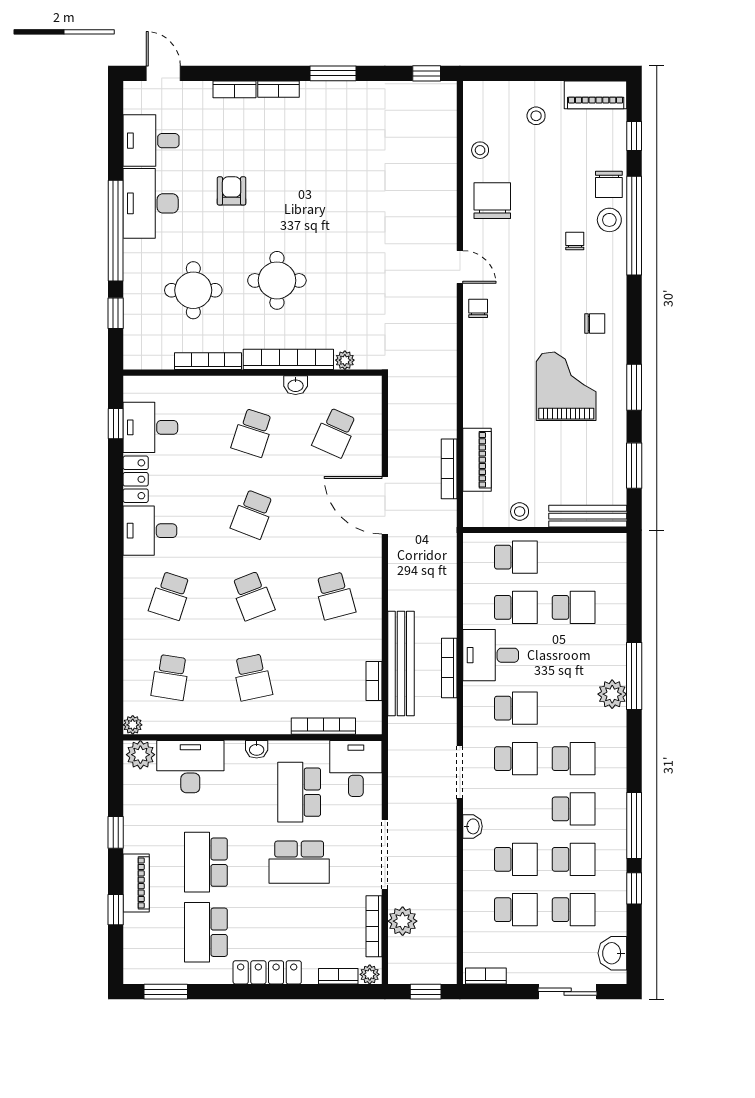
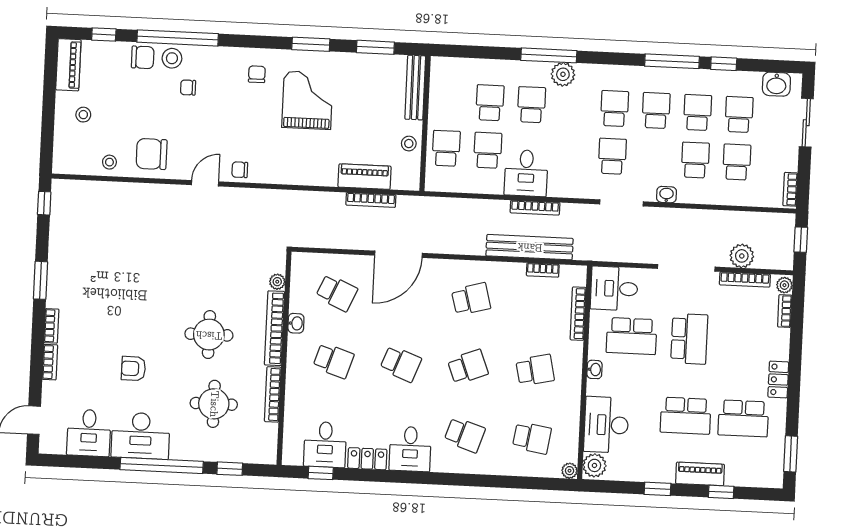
grand piano: (566, 386) -> (307, 100), turned 90
school desk: (516, 708) -> (531, 105), moved
locker: (267, 972) -> (778, 380), width x0.66

